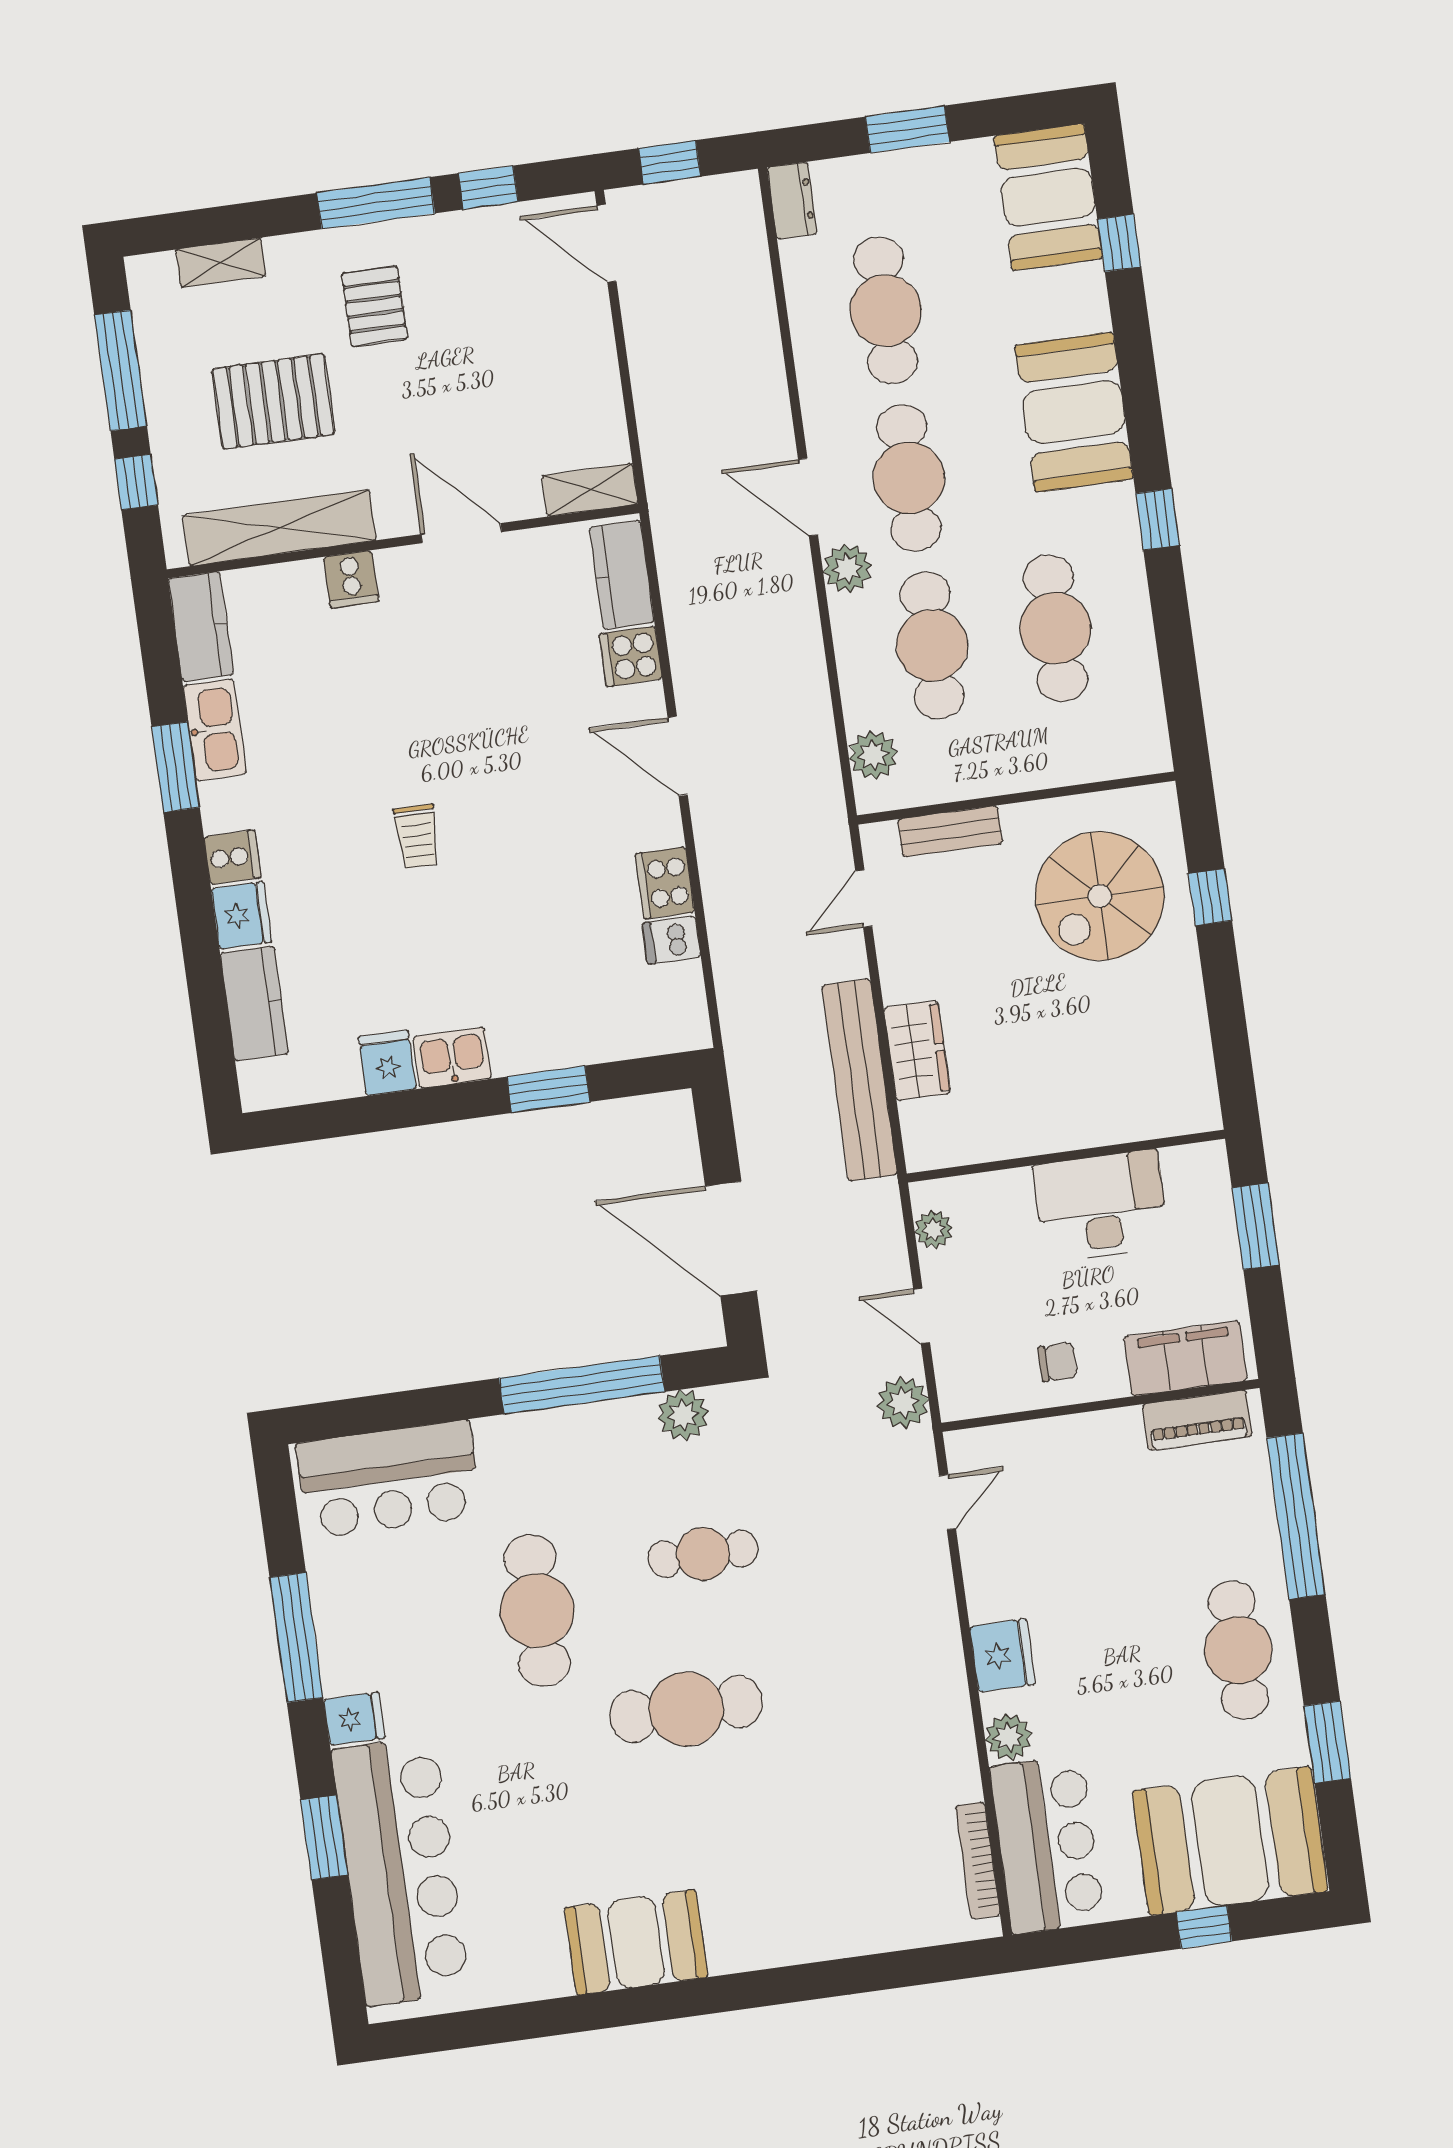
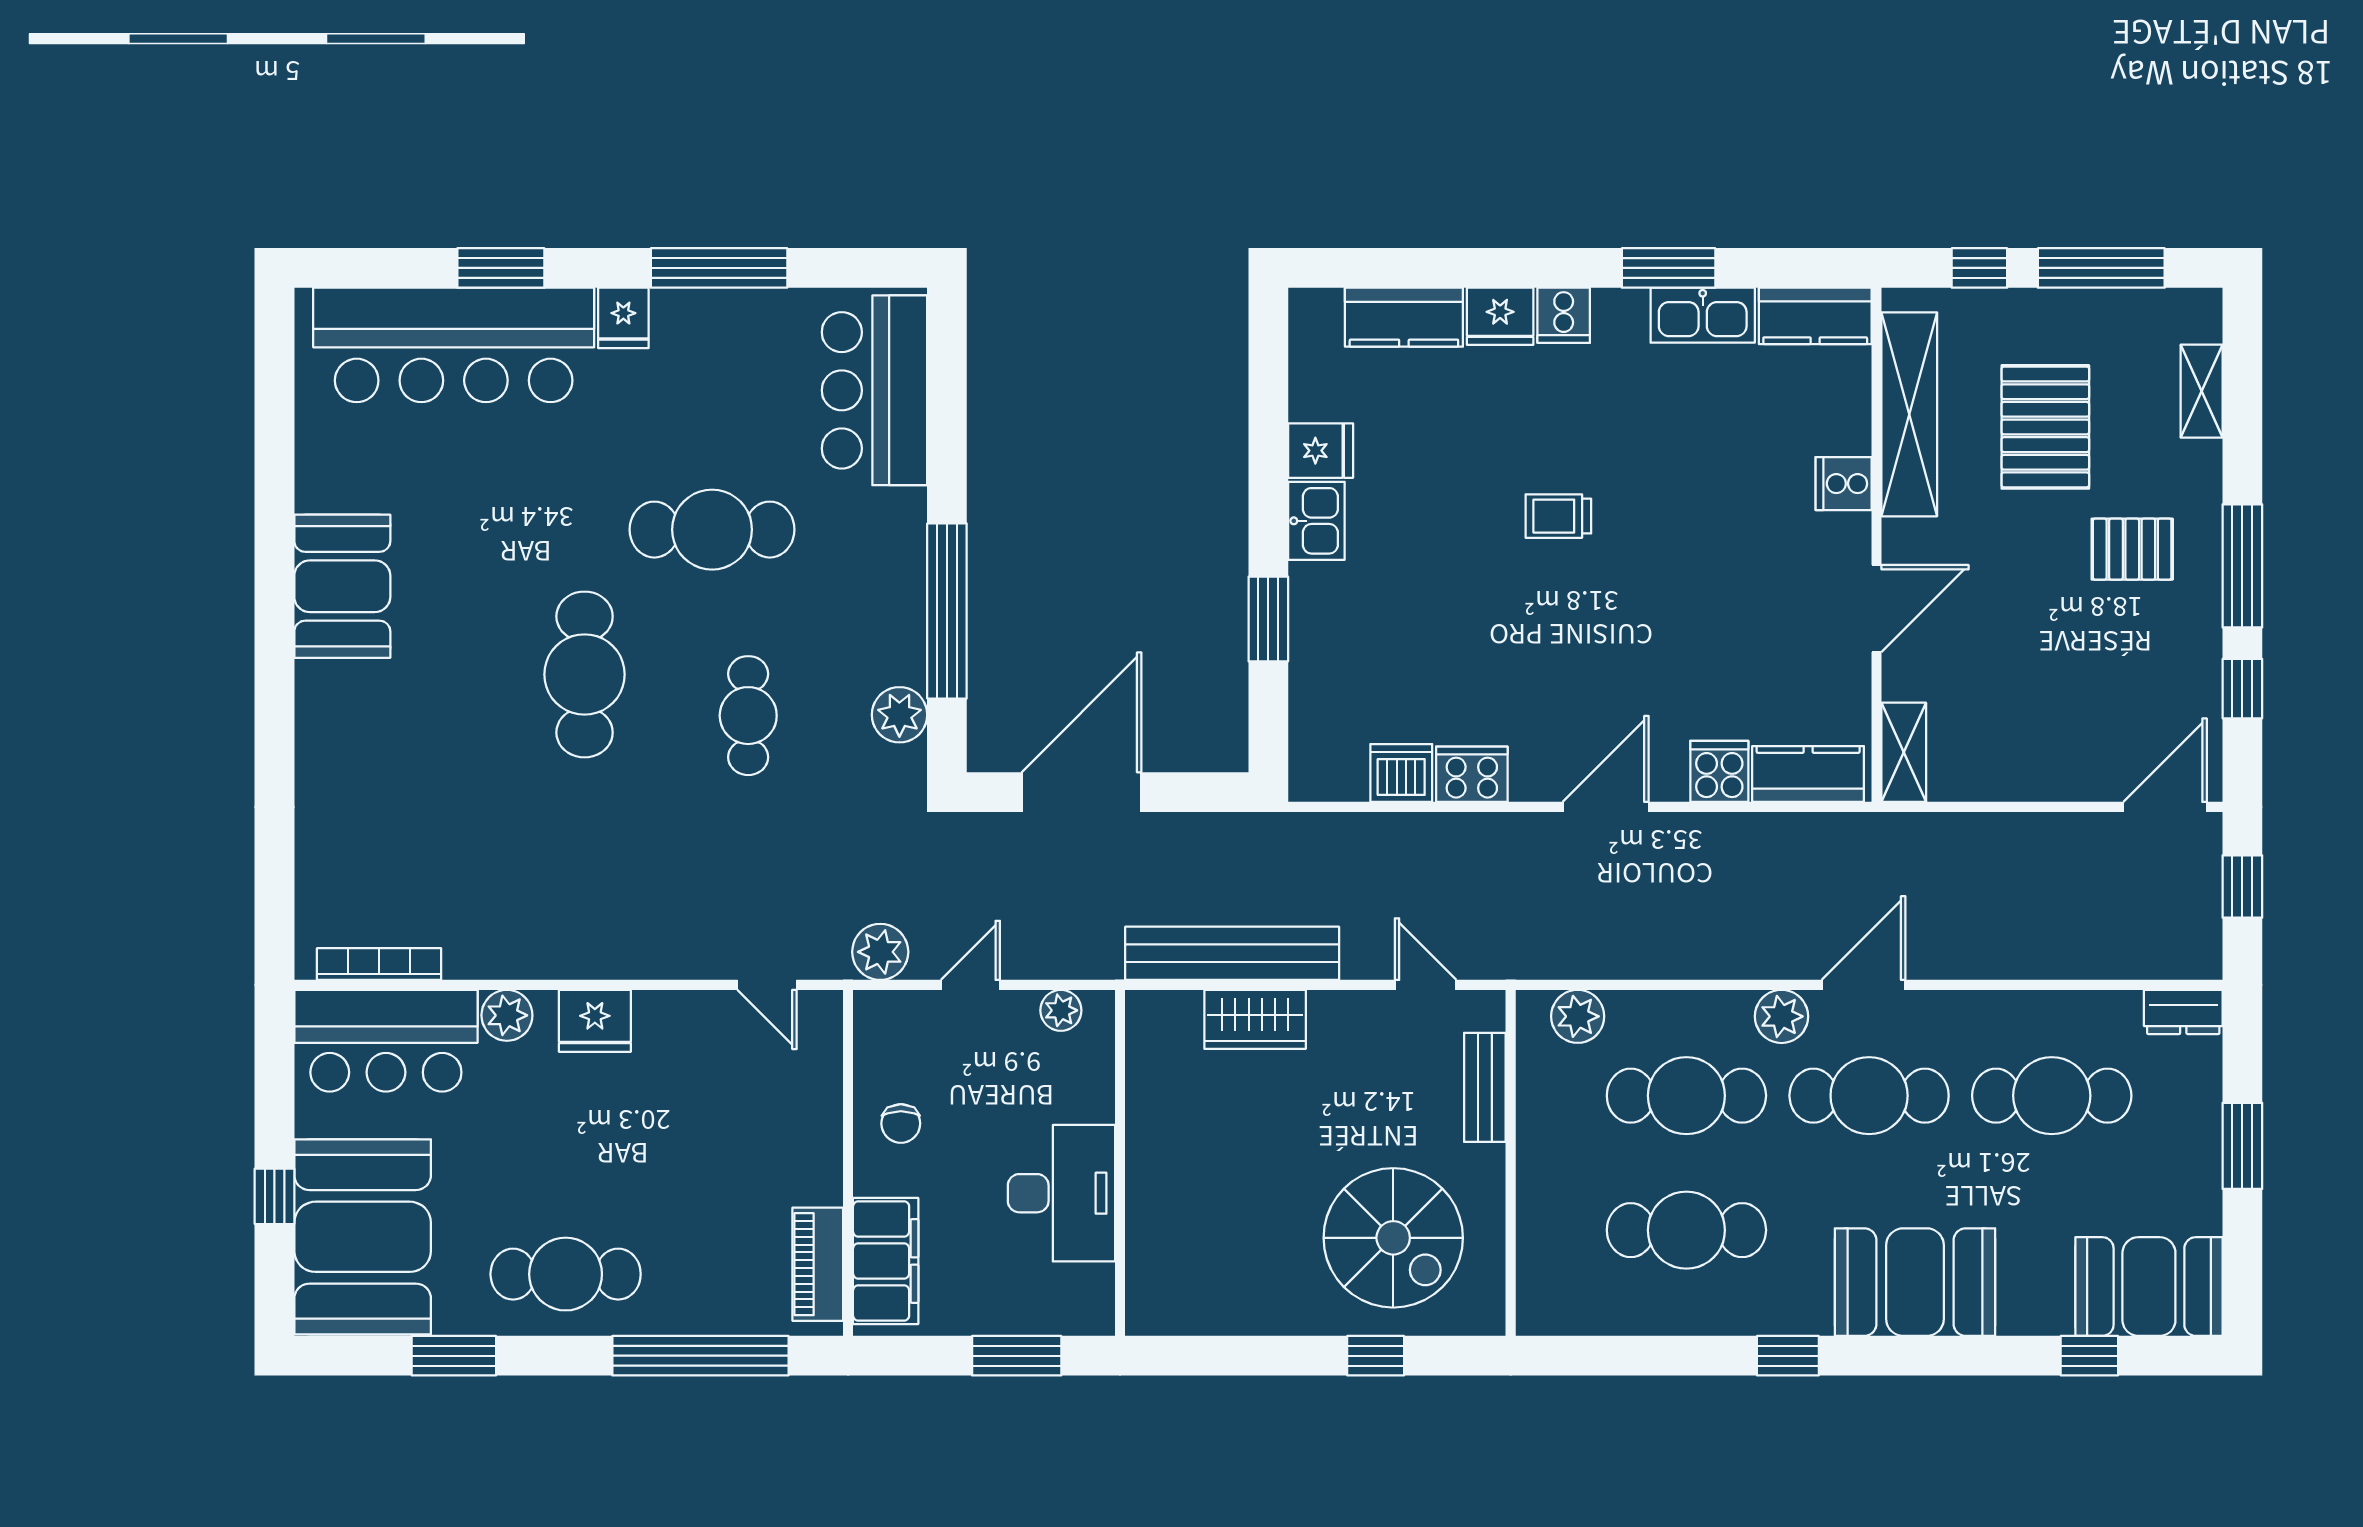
spiral stairs: (1100, 896) -> (1393, 1238), turned 180
dishwasher: (672, 940) -> (1401, 773), width x1.38

